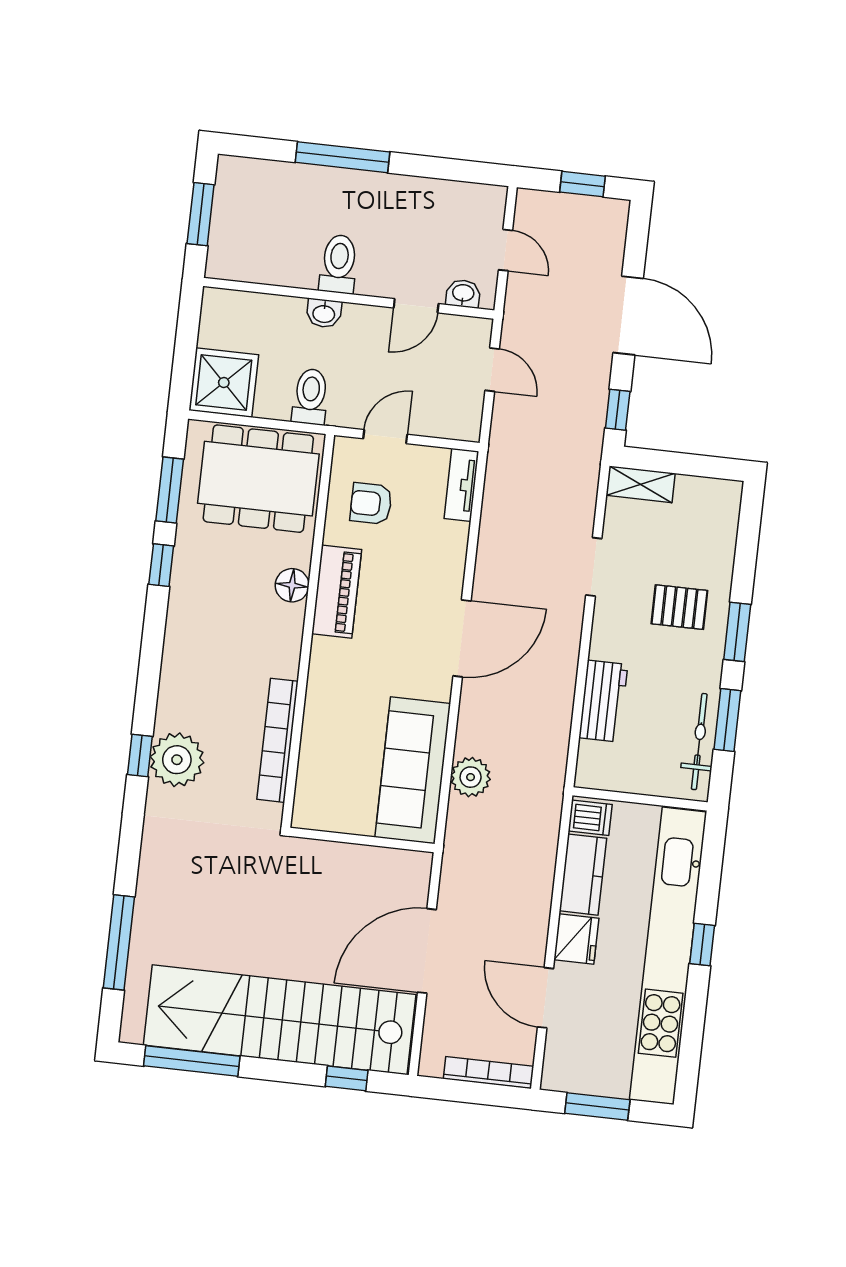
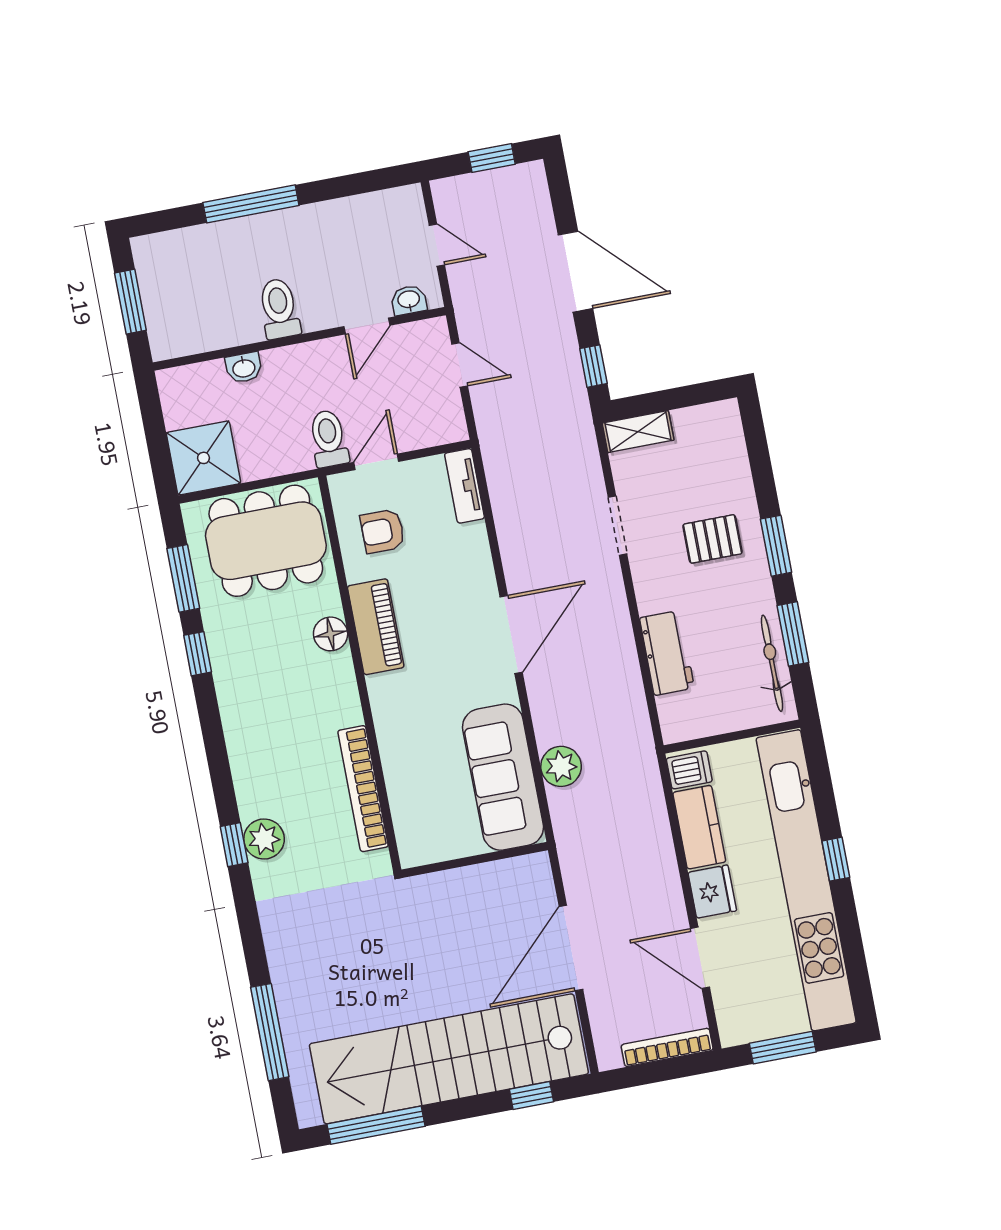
washbasin: (324, 313) -> (244, 368), moved
toilet: (310, 397) -> (329, 439), moved
plant: (177, 760) -> (264, 839), width x0.73, depth x0.73

